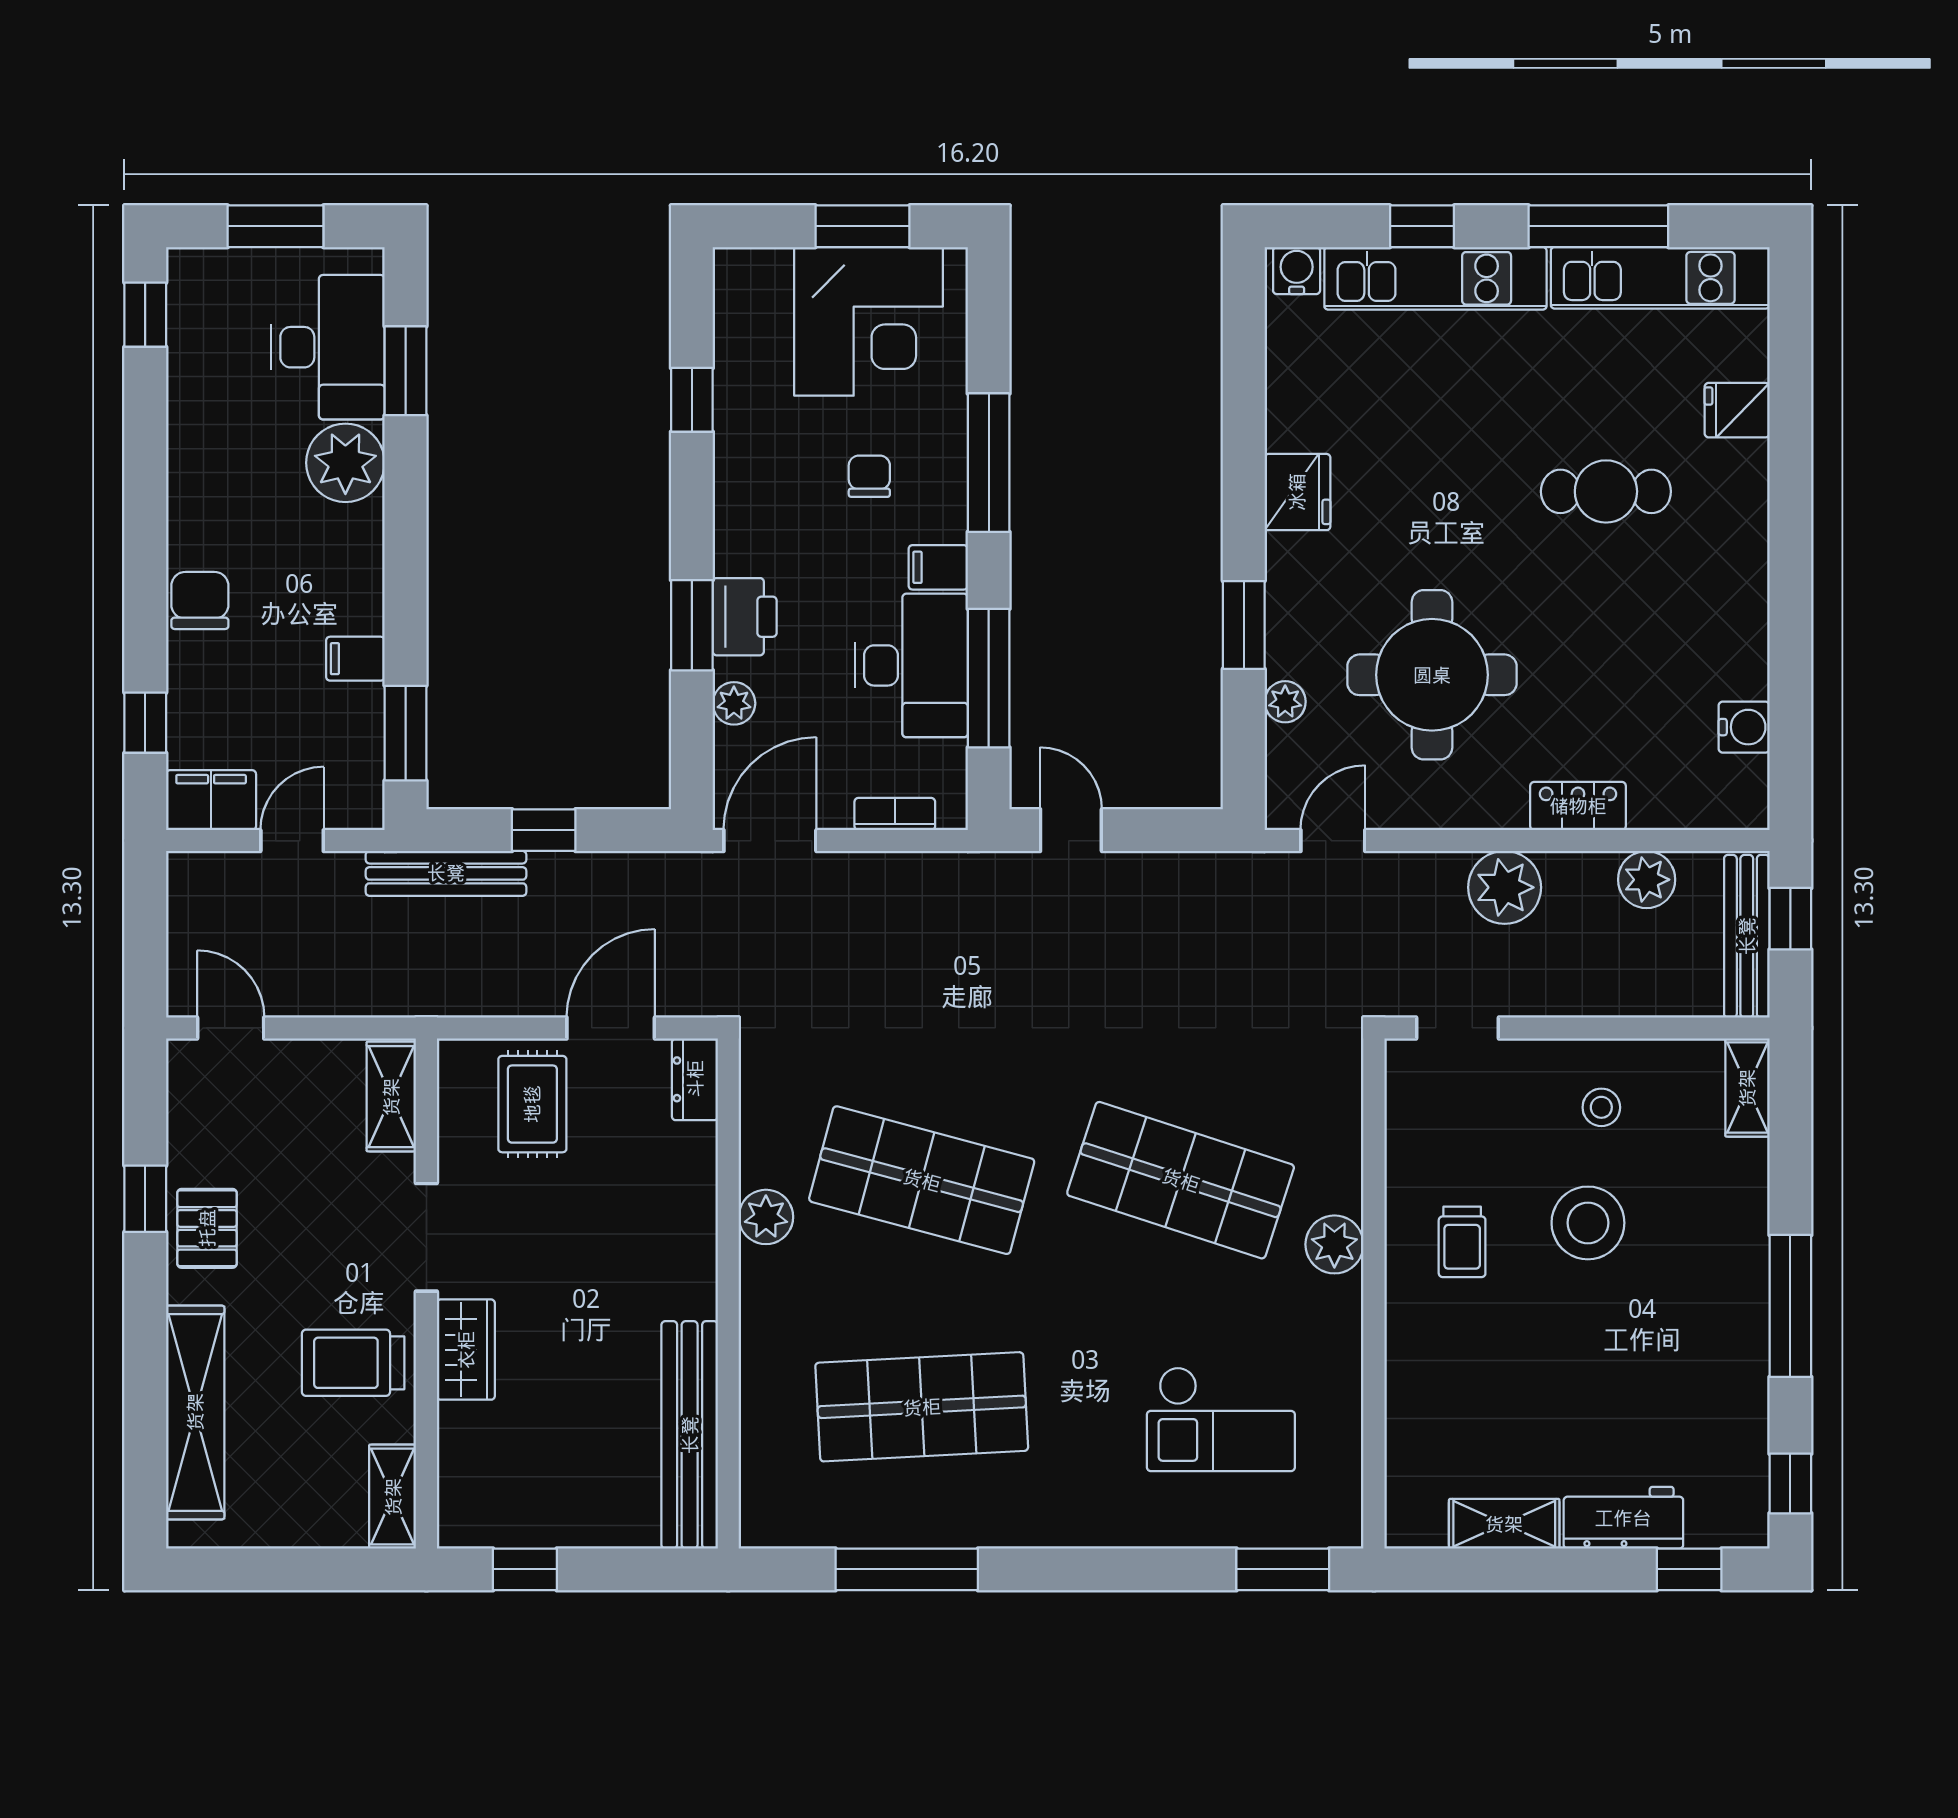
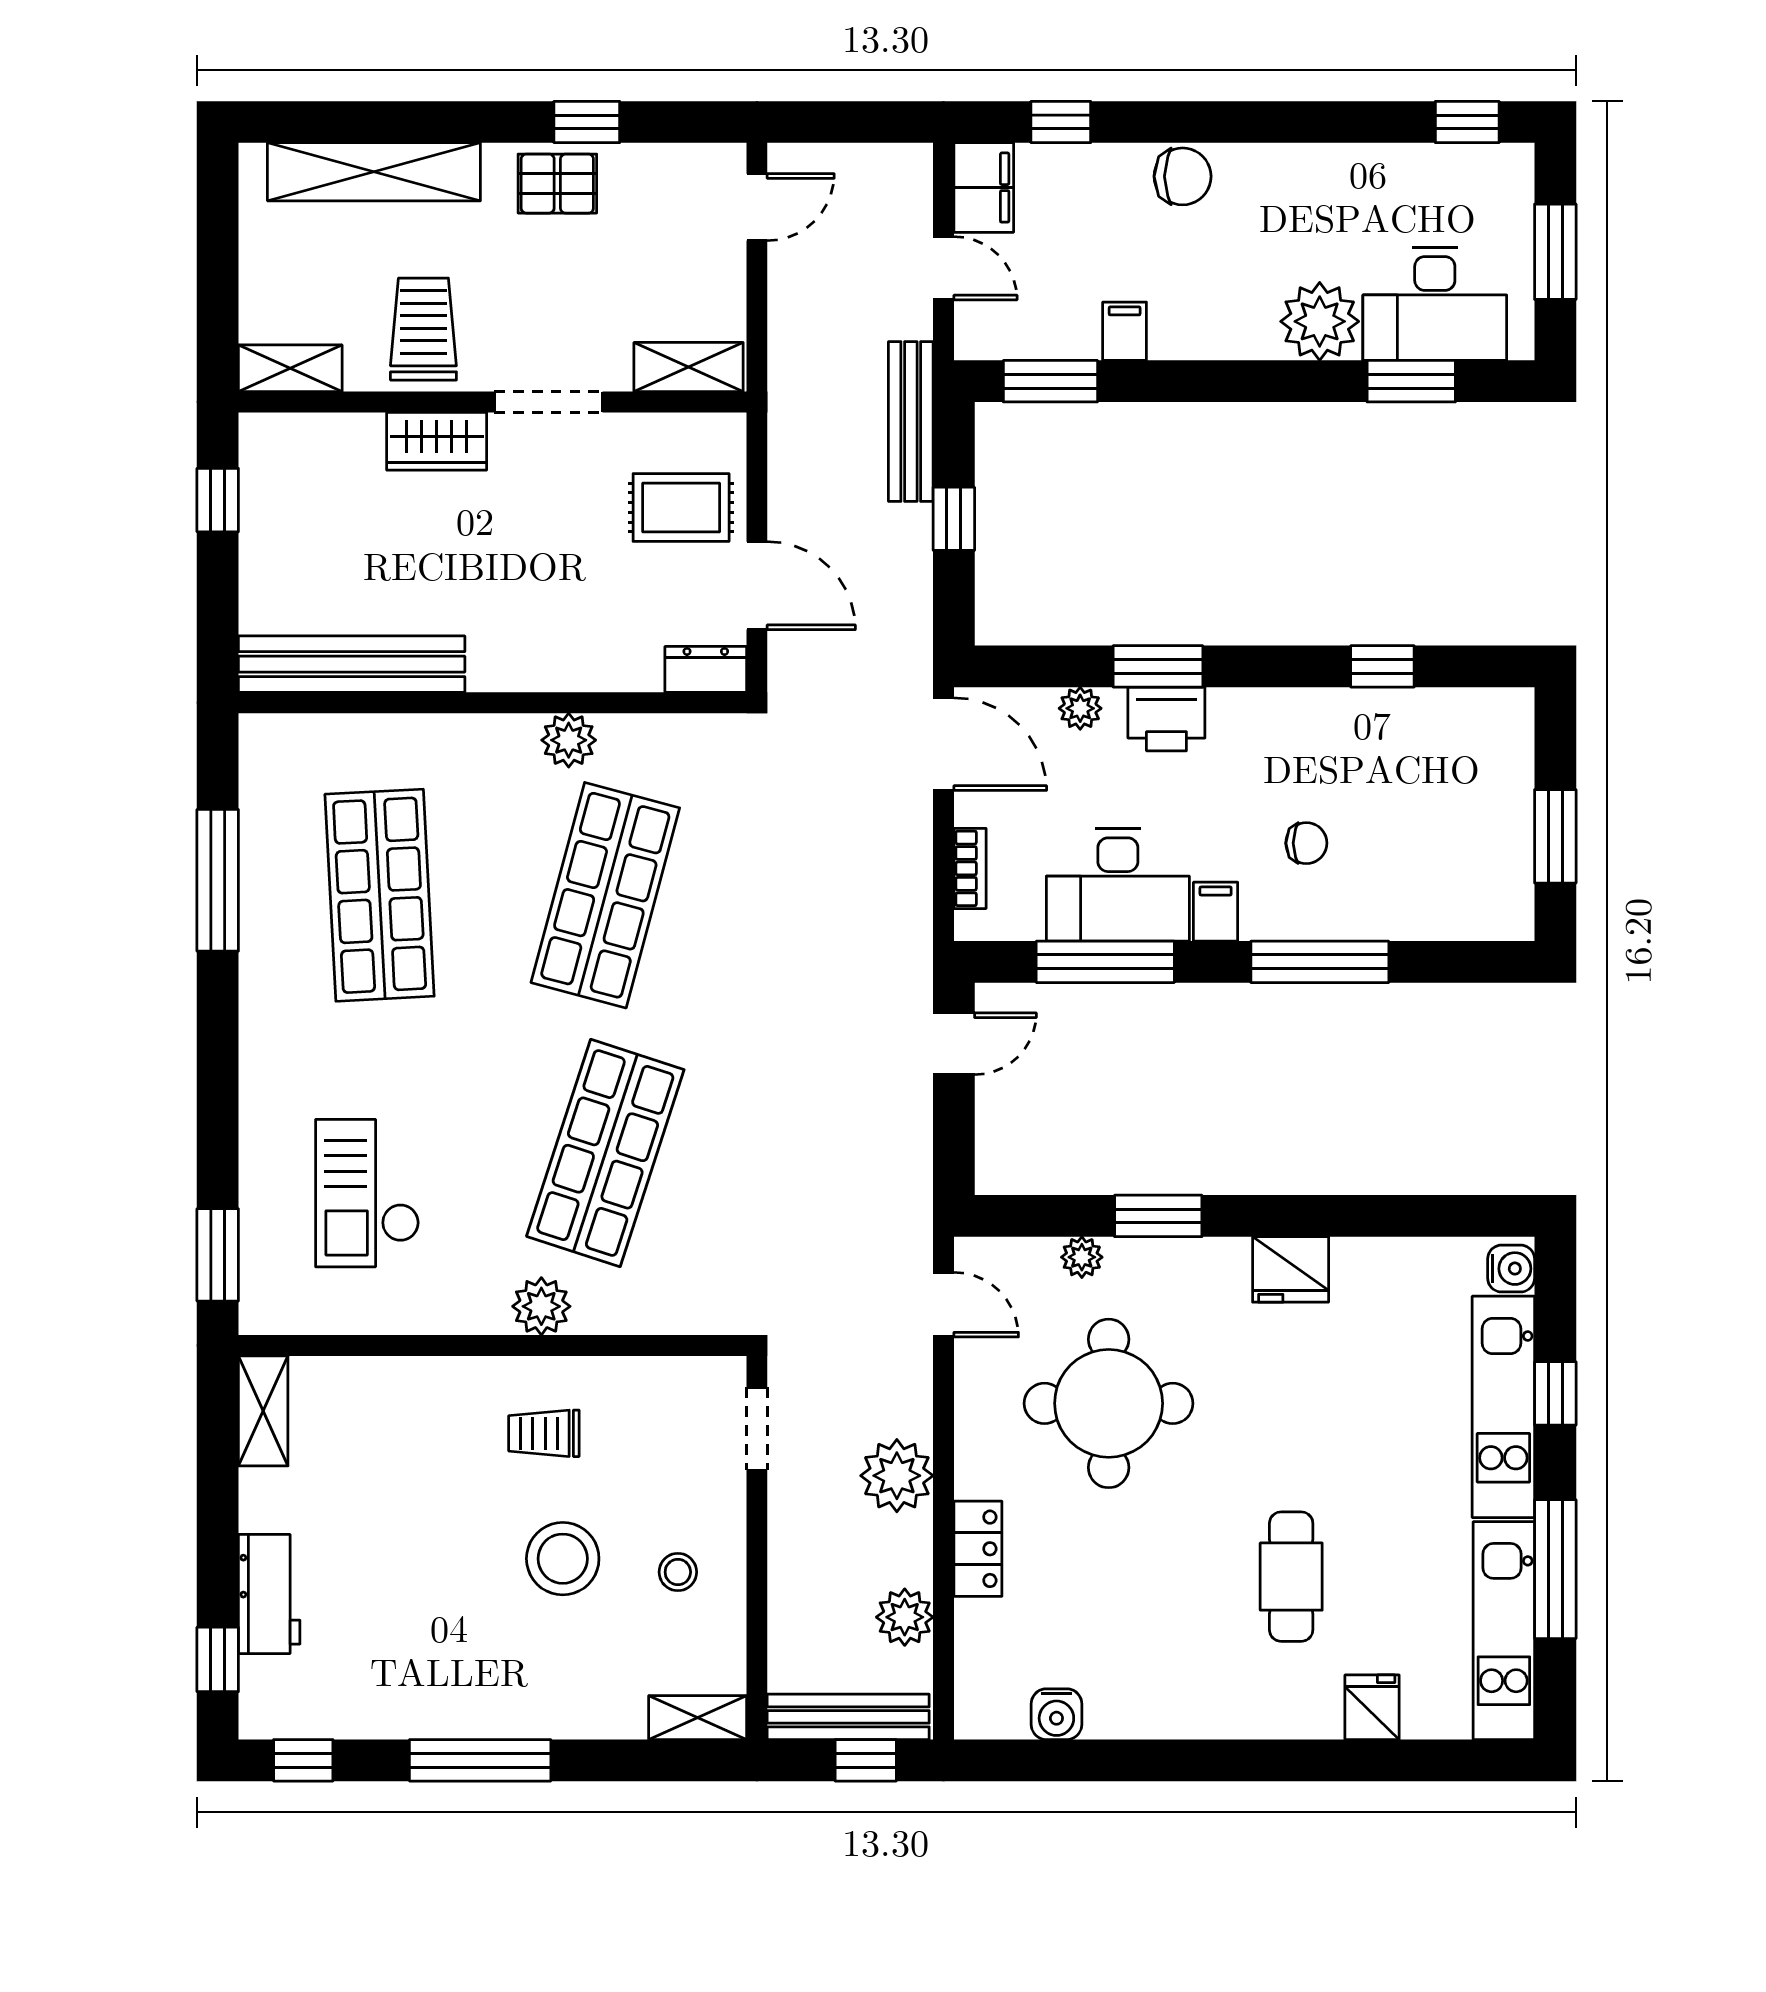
corner desk: (869, 321) -> (1461, 842), removed
shelving: (1504, 1524) -> (263, 1411), moved

